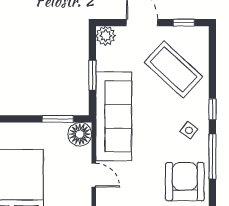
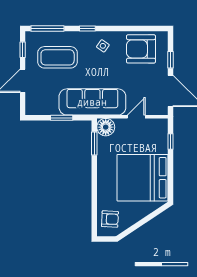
plant: (106, 36) -> (32, 108), removed
coffee table: (174, 69) -> (58, 57), turned 47
window: (212, 156) -> (48, 28), moved

